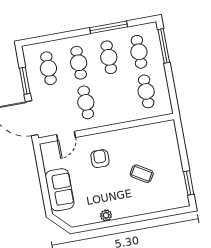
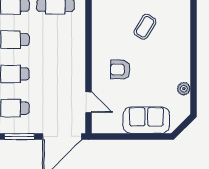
cafe table: (86, 102) -> (55, 74), removed
plant: (106, 215) -> (184, 89), moved

